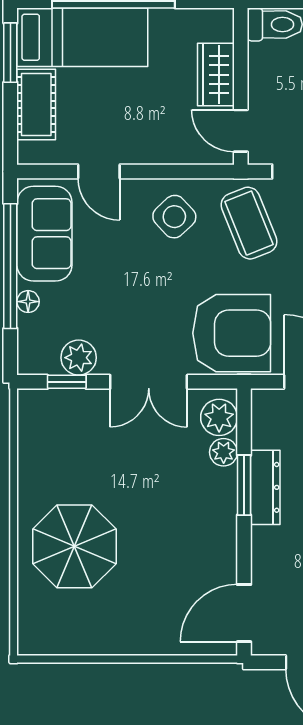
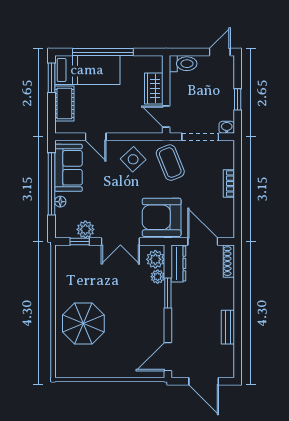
armchair: (232, 333) -> (162, 217), turned 180
dresser: (265, 487) -> (178, 263), moved

